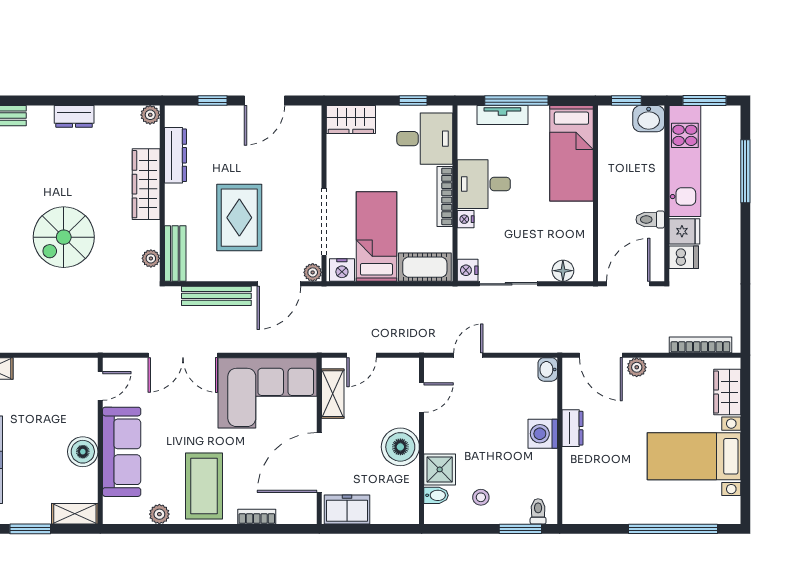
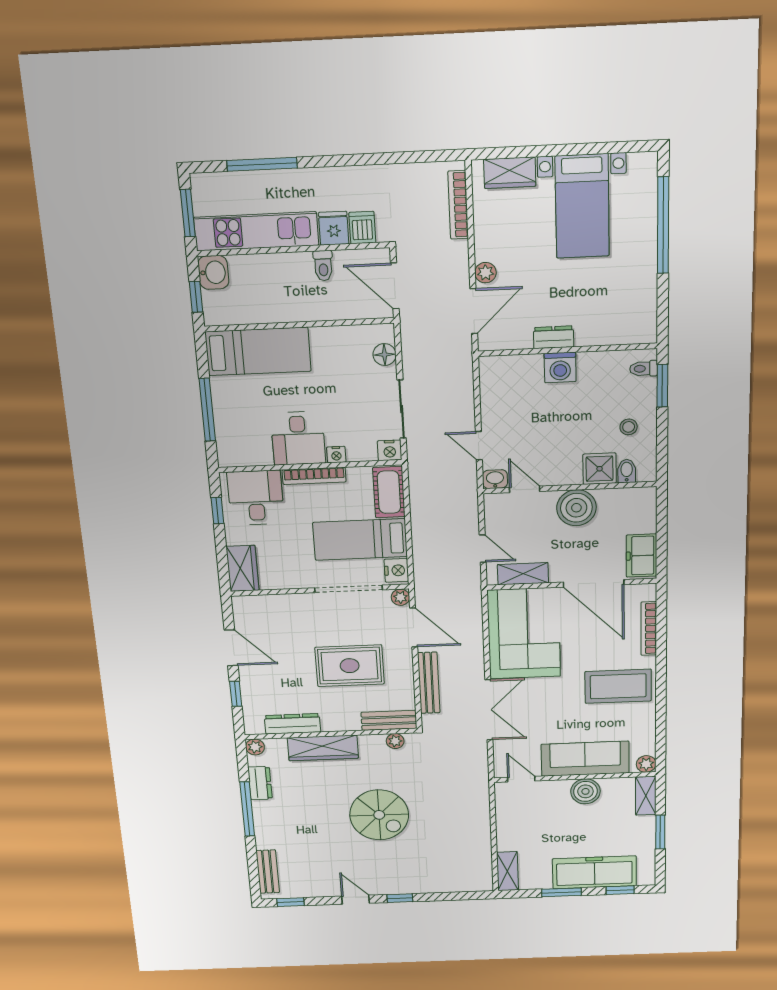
window: (77, 101) -> (247, 809), added
tv unit: (502, 115) -> (224, 423), removed
dresser: (74, 116) -> (260, 783), moved
washbasin: (548, 369) -> (495, 479), moved, turned 180
plant: (159, 514) -> (646, 764), moved
bookcase: (257, 517) -> (649, 628), width x1.56

